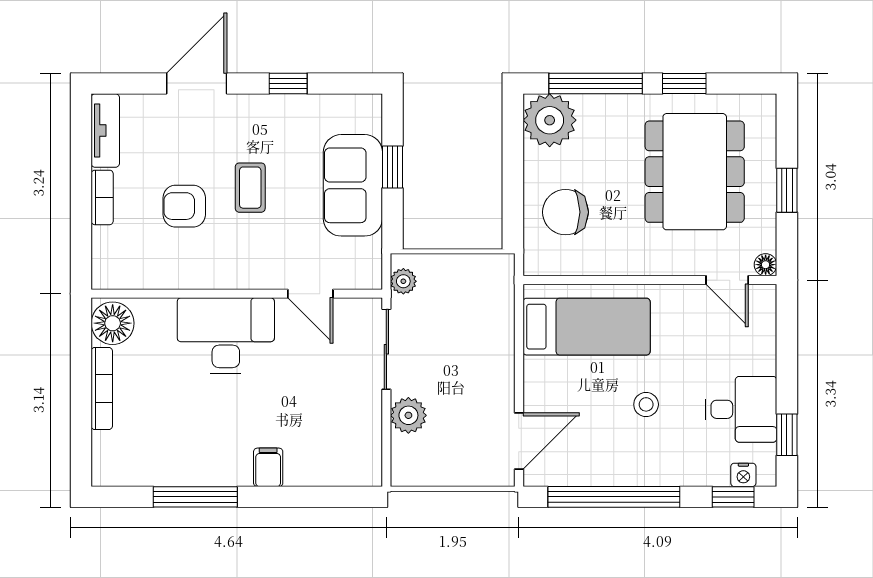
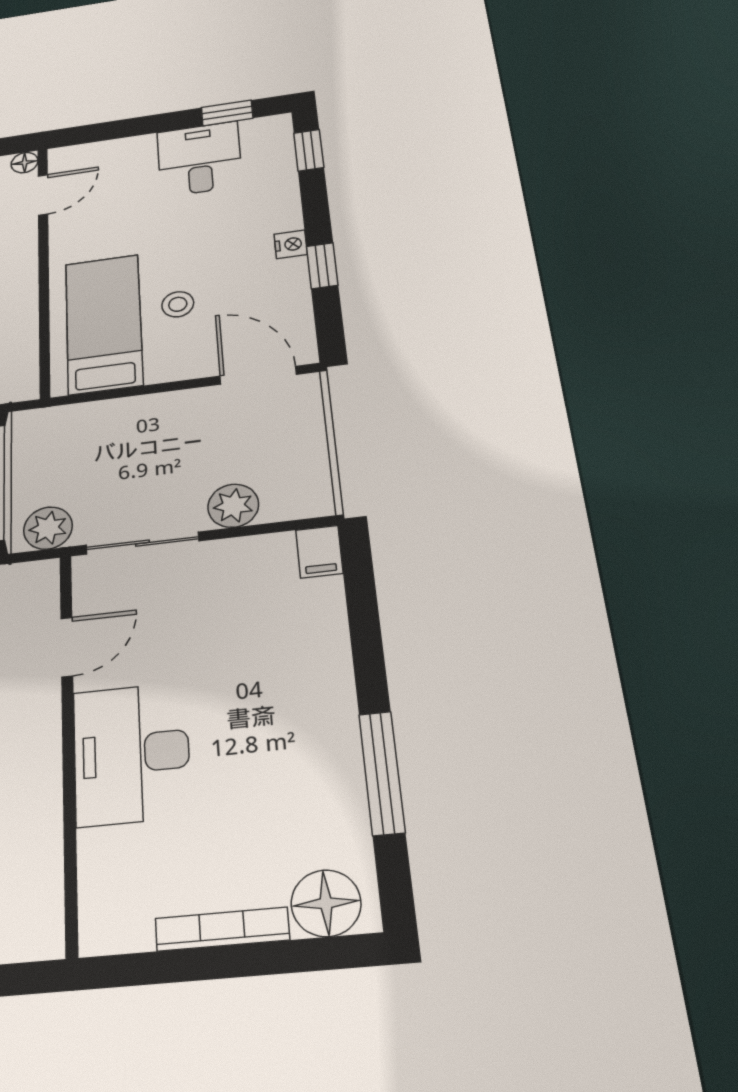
plant: (403, 281) -> (48, 528), width x1.38, depth x1.38
floor lamp: (113, 323) -> (326, 903), moved
stool: (646, 404) -> (178, 304), moved
filing cabinet: (268, 467) -> (319, 552), moved, turned -90
nightstand: (743, 475) -> (291, 244), moved
window: (614, 497) -> (322, 266), width x0.32

